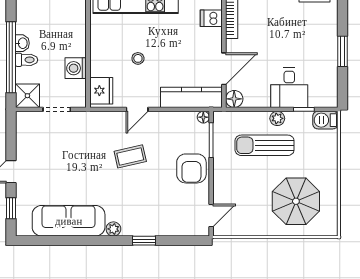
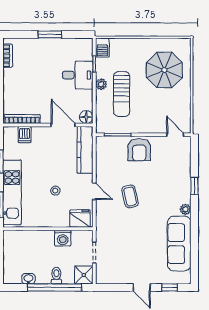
washbasin: (22, 43) -> (28, 279), moved
floor lamp: (203, 117) -> (100, 141), removed
armchair: (191, 168) -> (139, 150), turned 90

